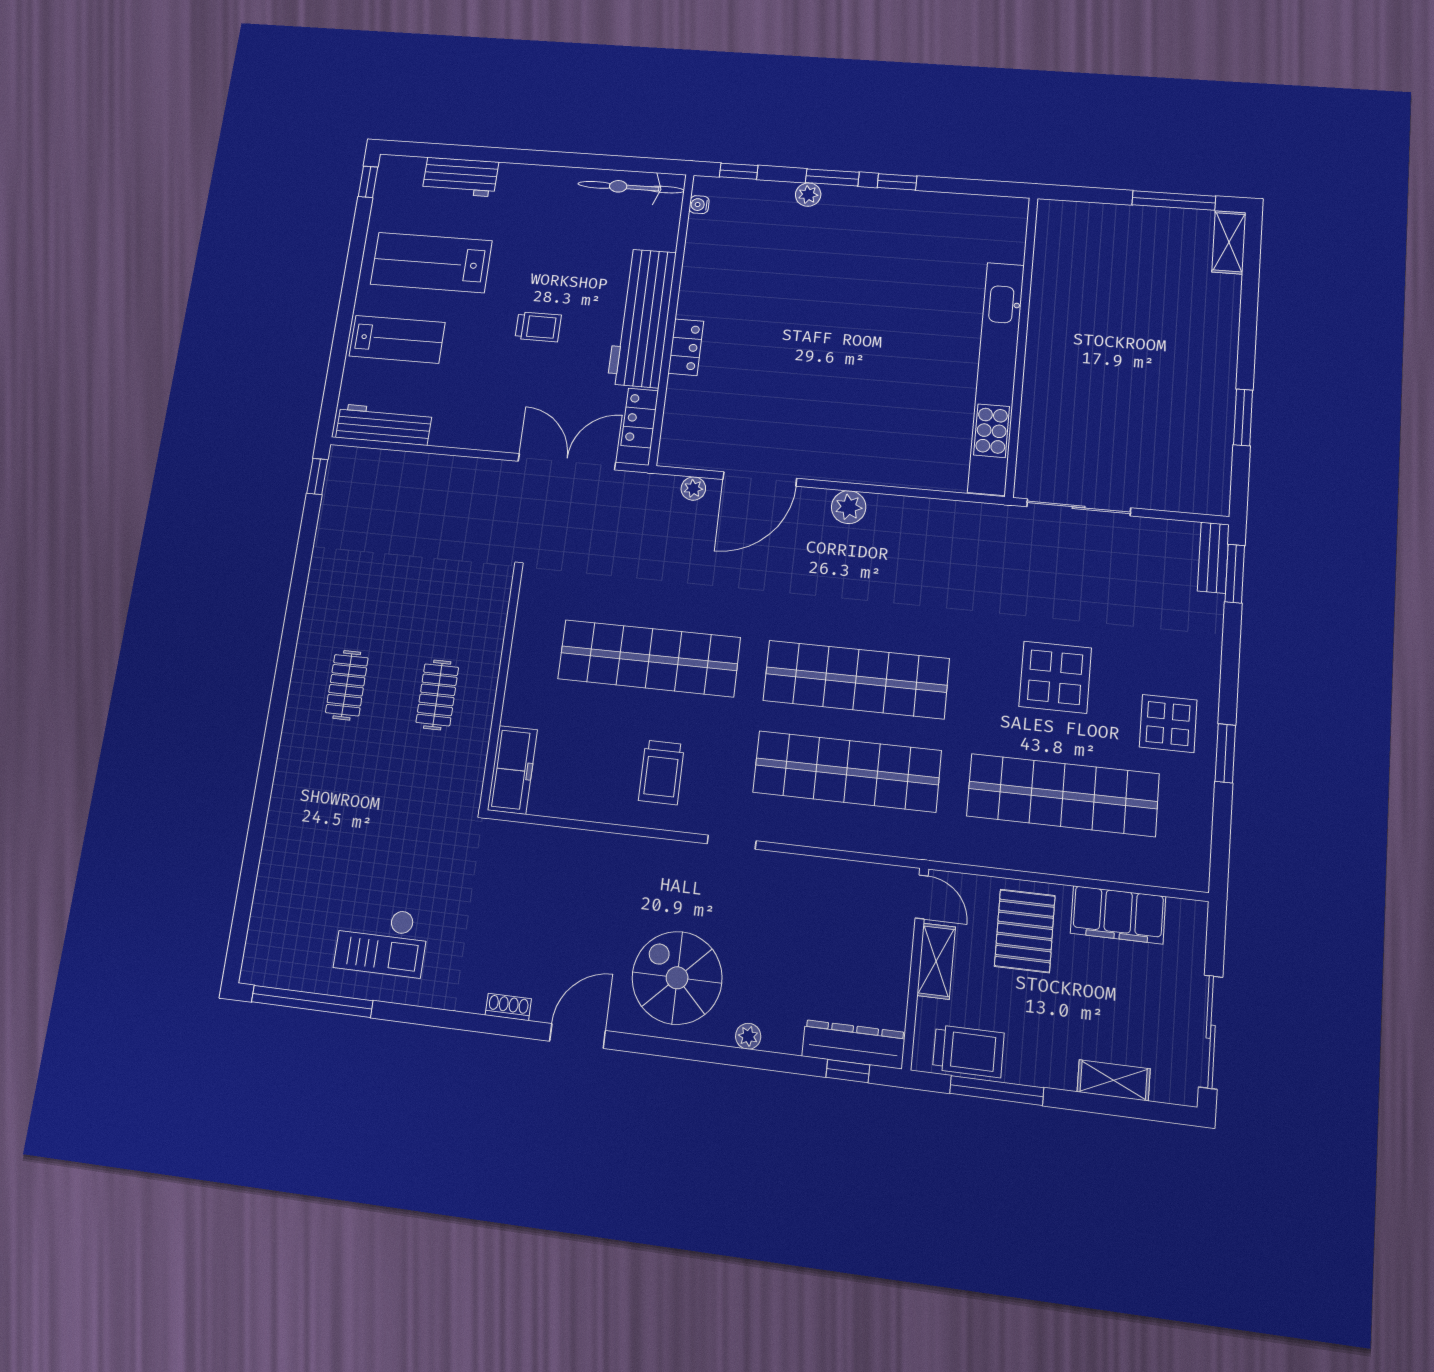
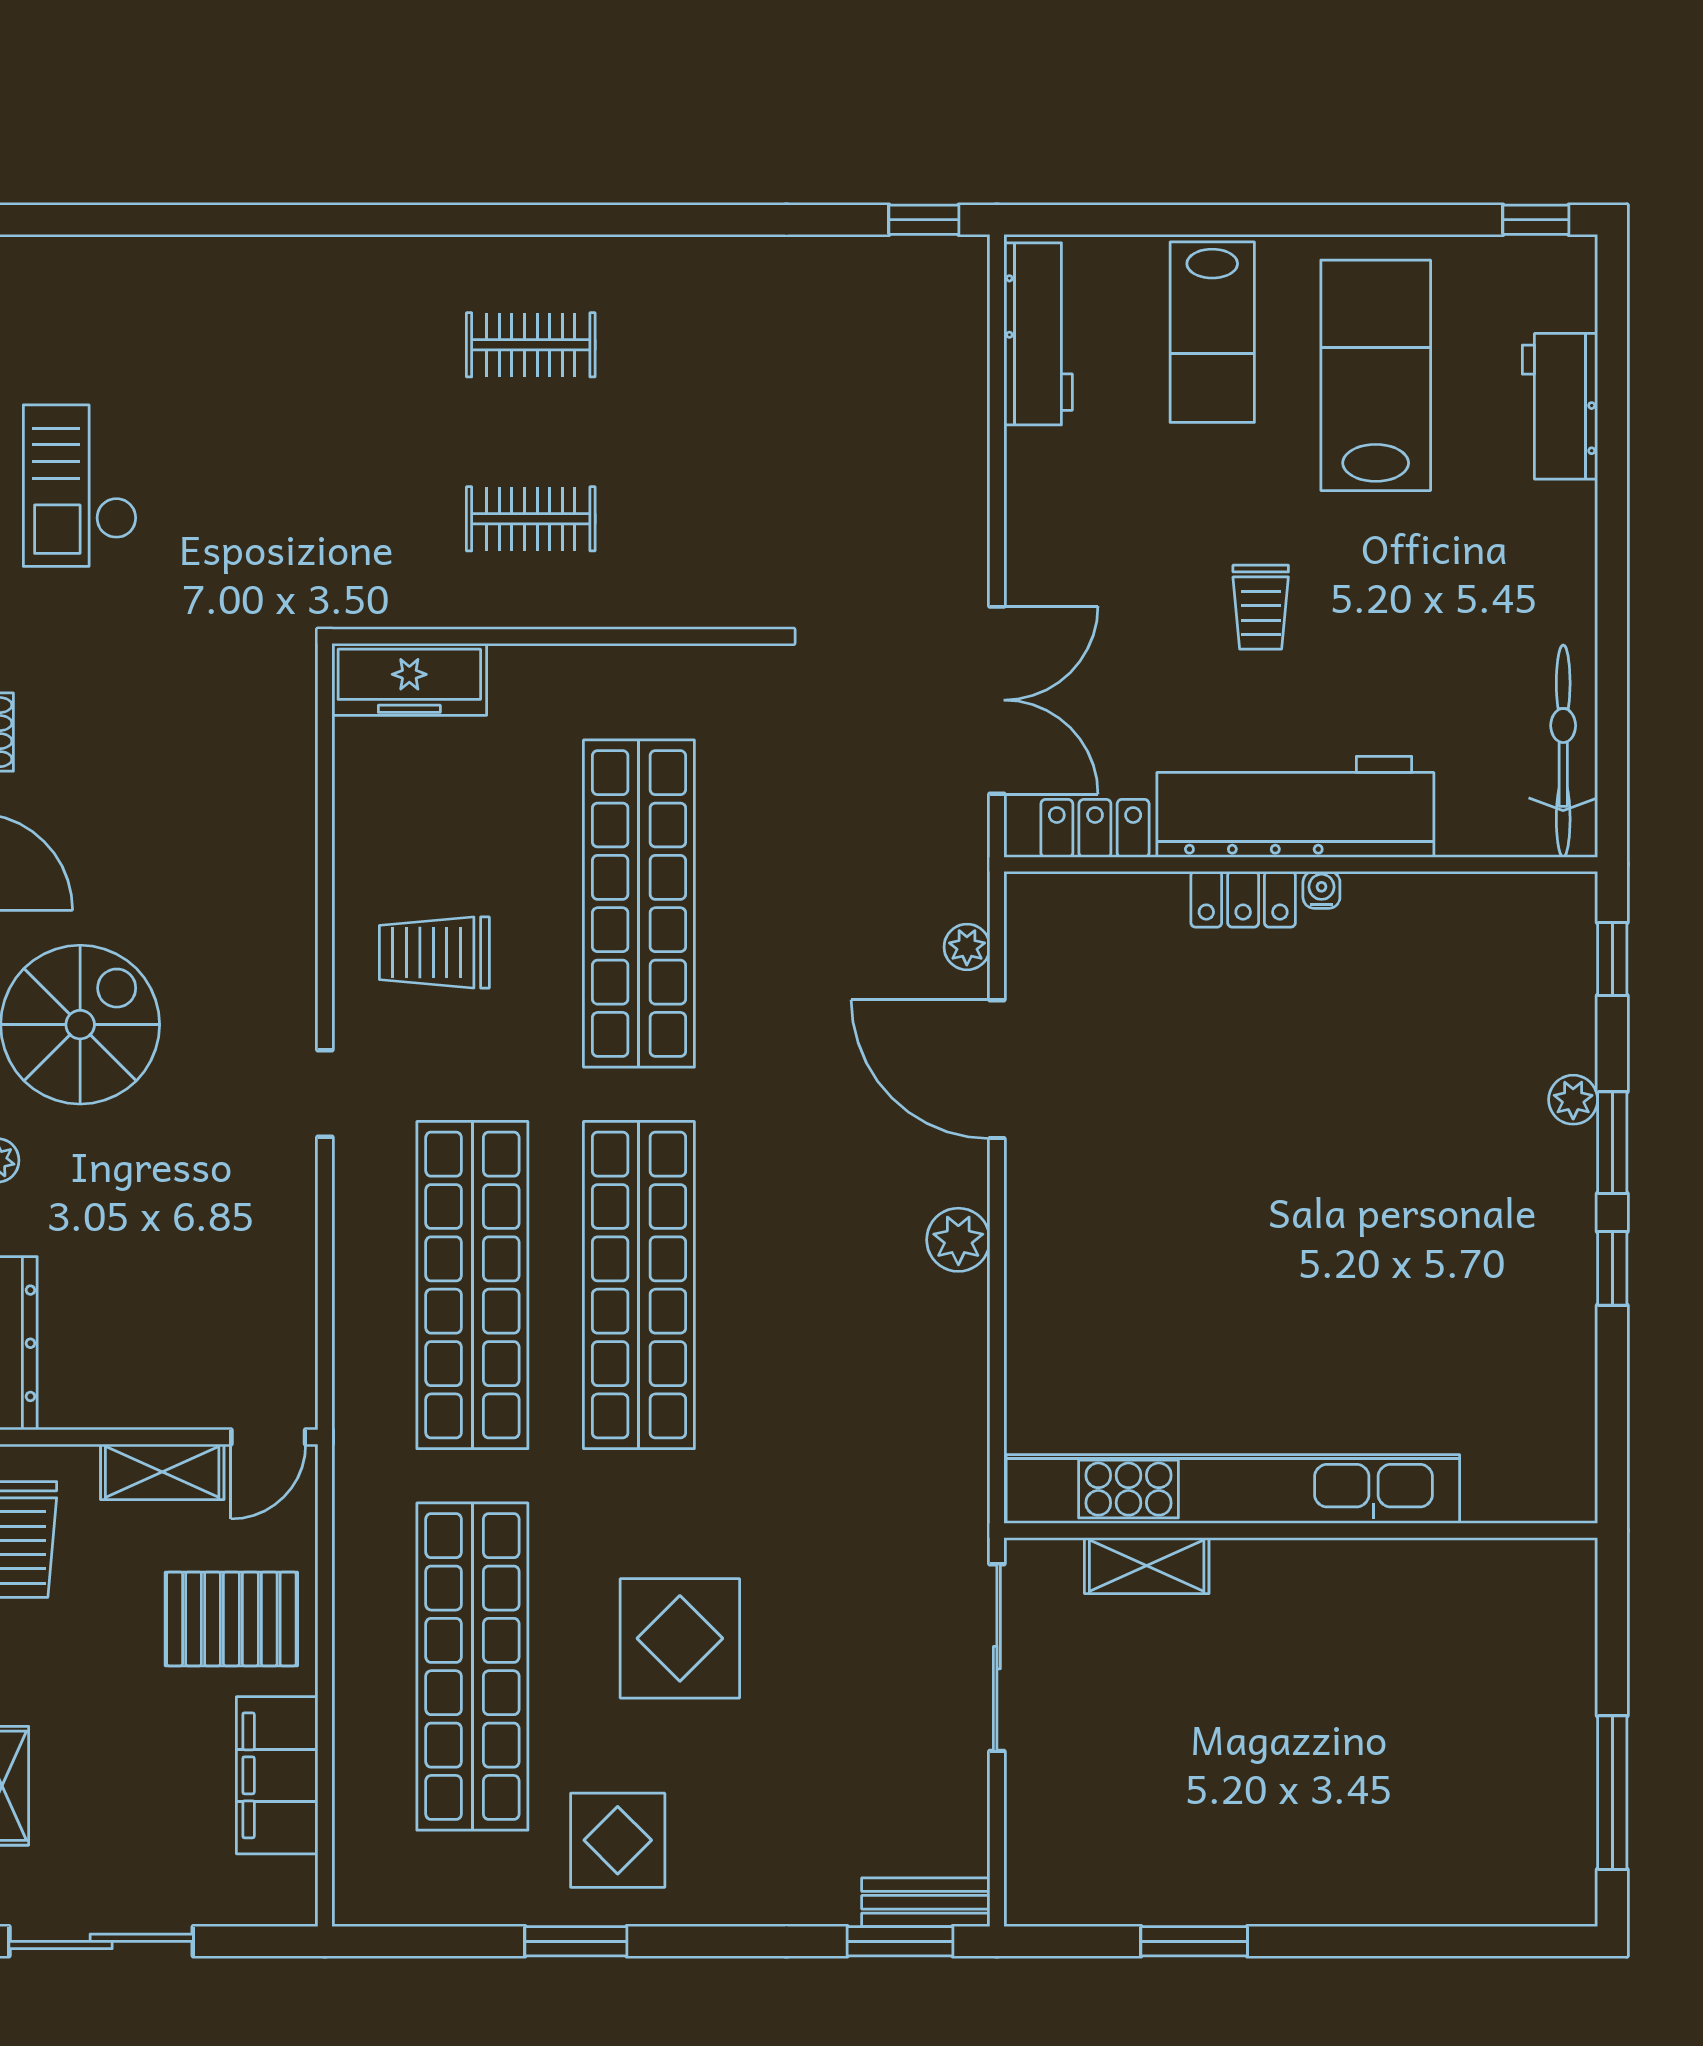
water cooler: (699, 205) -> (1321, 890), moved
shelving: (1229, 242) -> (1147, 1566), moved

